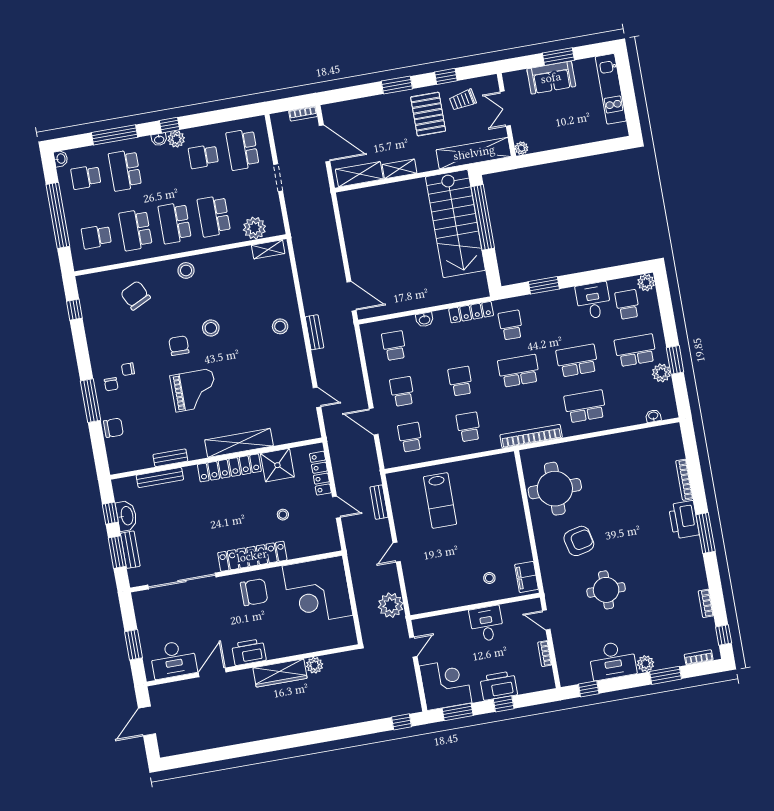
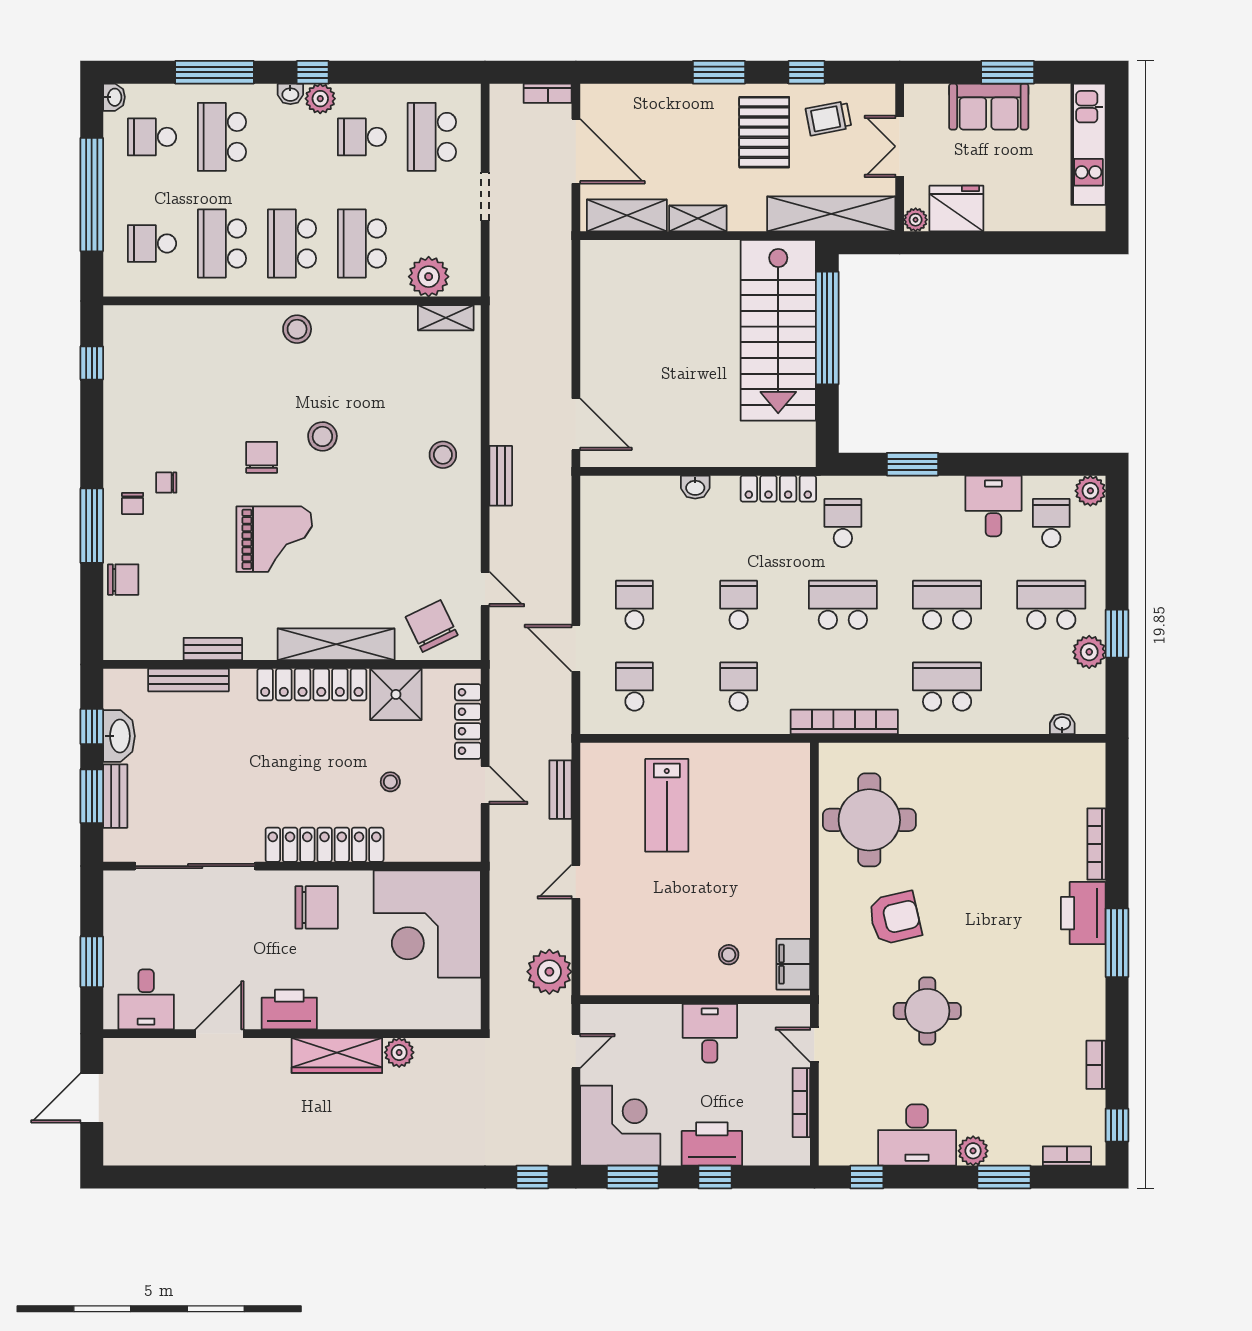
fridge: (543, 138) -> (956, 209), added
chair: (135, 295) -> (432, 626), moved
school desk: (394, 346) -> (634, 523), removed
bookcase: (545, 654) -> (801, 1103), width x1.56
desk: (173, 659) -> (146, 999), width x0.73

